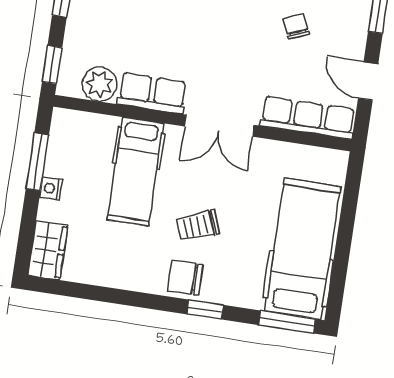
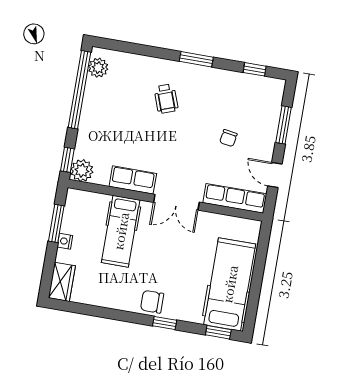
chair: (296, 26) -> (228, 138), turned -148
plant: (100, 84) -> (82, 170), moved
trolley: (198, 226) -> (161, 268), removed
window: (287, 322) -> (218, 332), width x0.67

